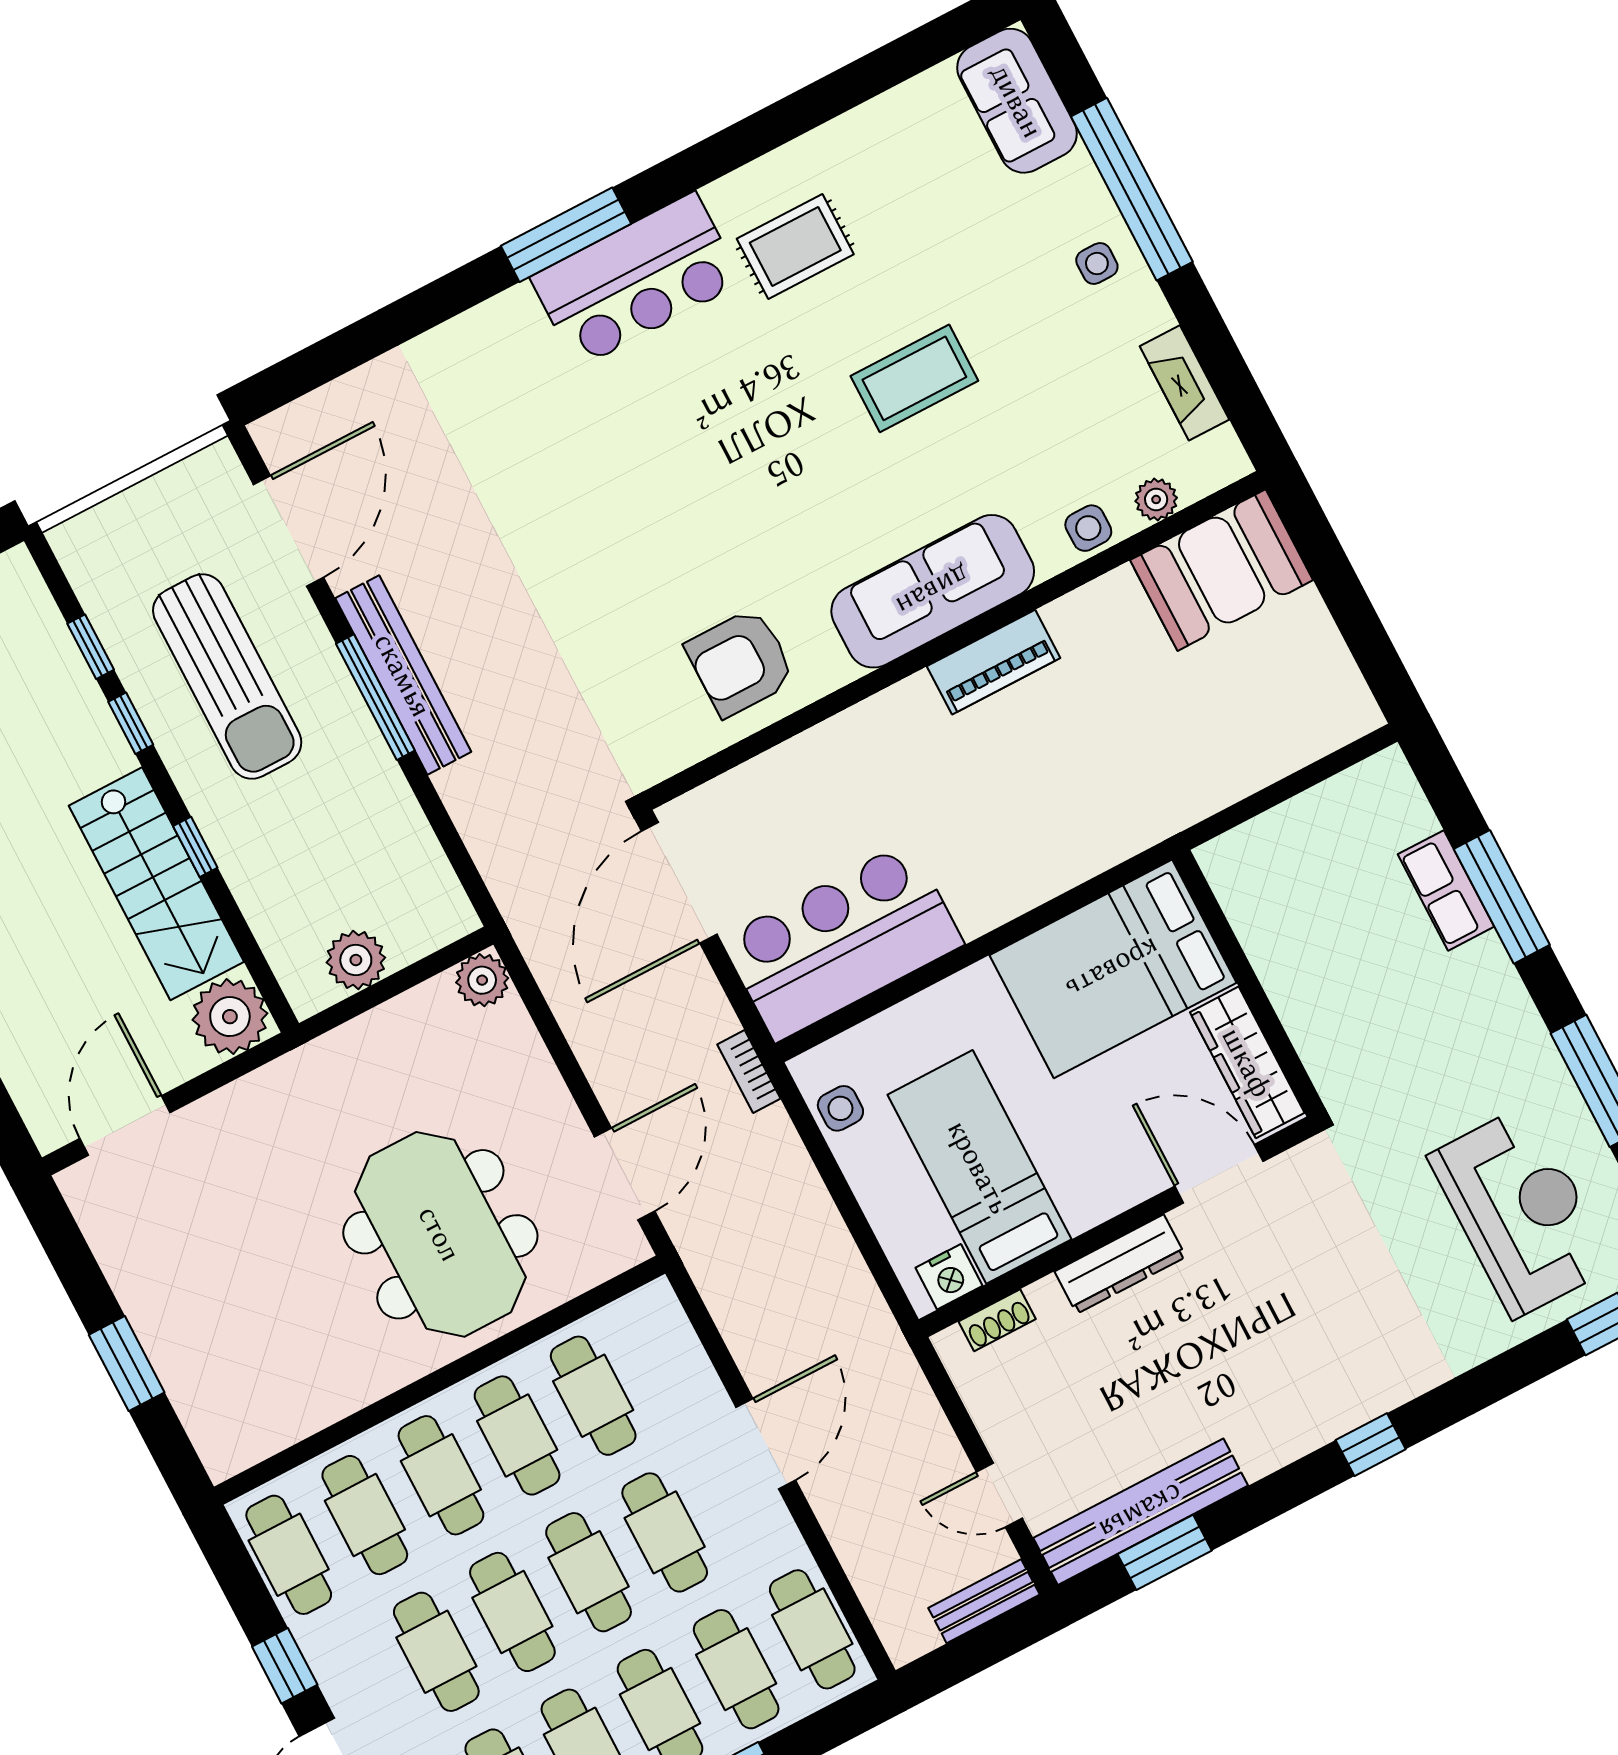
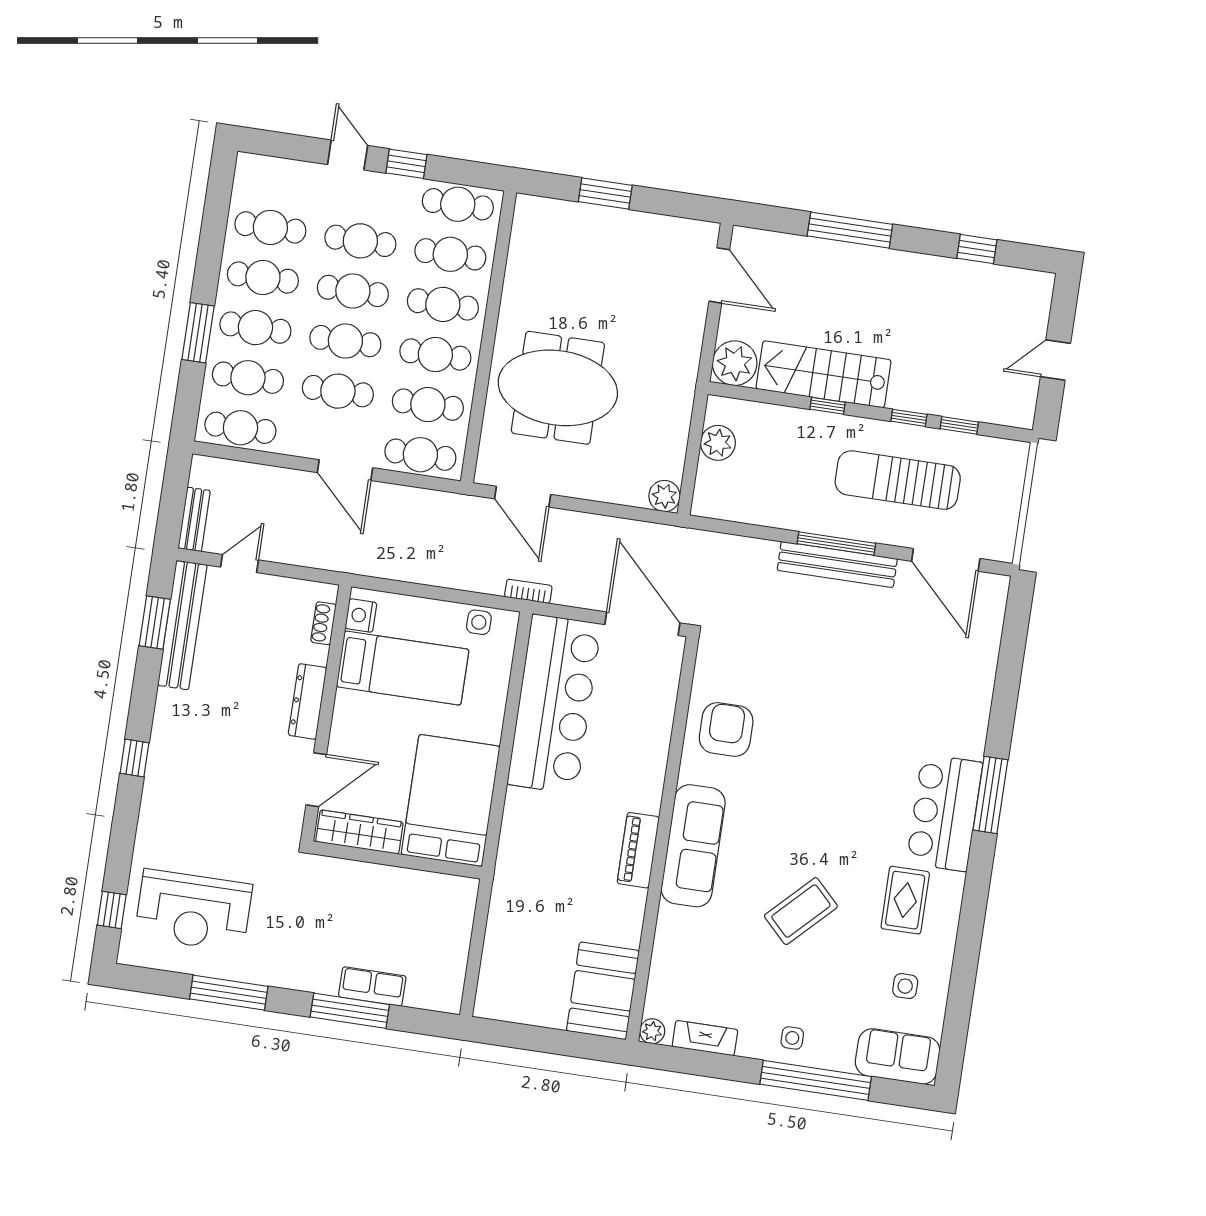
coffee table: (914, 378) -> (801, 911), turned 45
plant: (1156, 499) -> (652, 1031), moved
side table: (1088, 528) -> (905, 986), moved
bar counter: (843, 941) -> (554, 704), width x1.36
cafe table: (669, 1356) -> (420, 455), added

